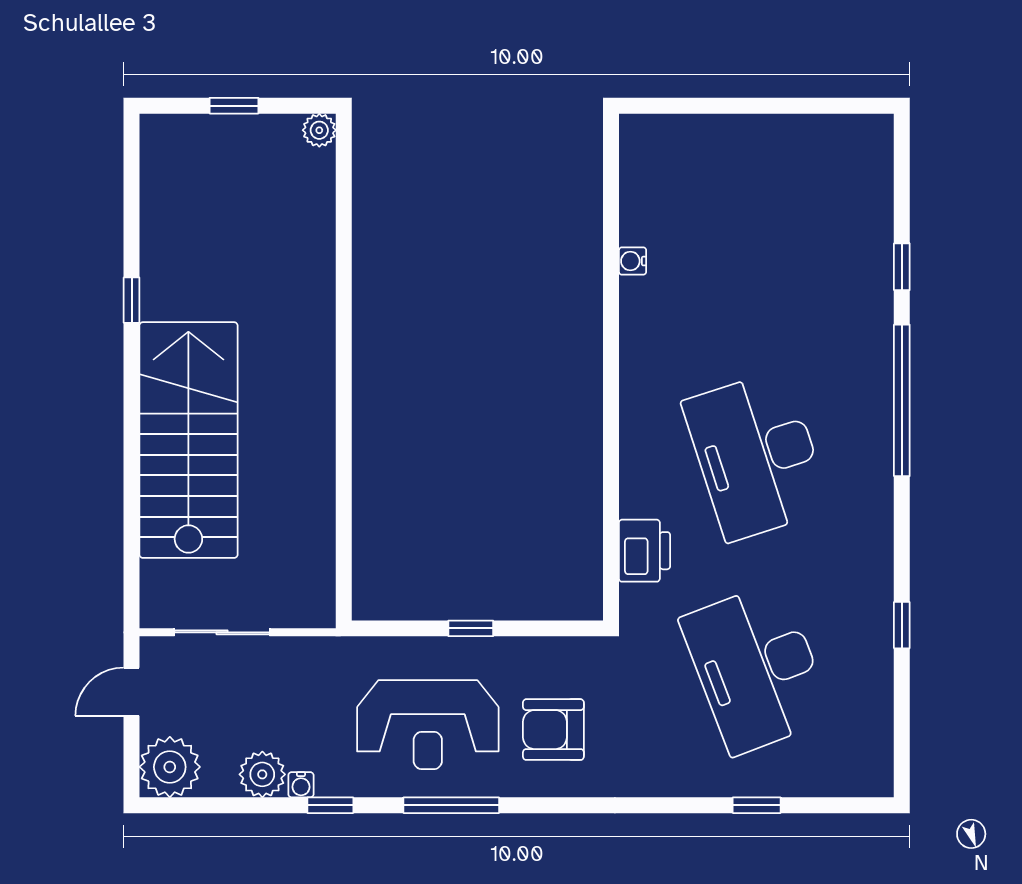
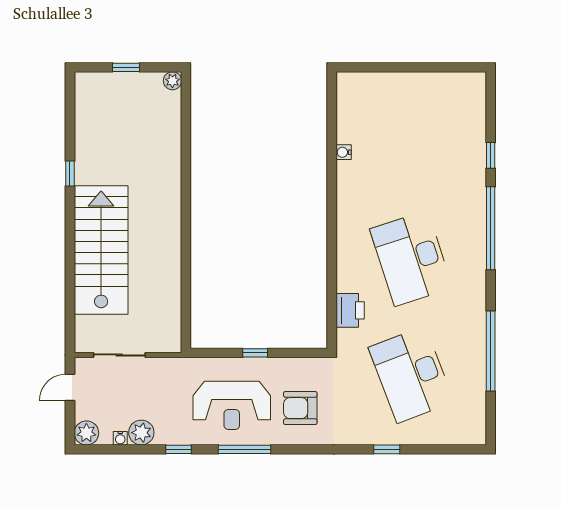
window: (902, 625) -> (491, 351), width x3.17
plant: (170, 767) -> (86, 433), width x0.73, depth x0.73
water cooler: (301, 785) -> (120, 438), moved
window: (757, 805) -> (387, 449), moved

